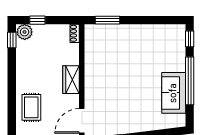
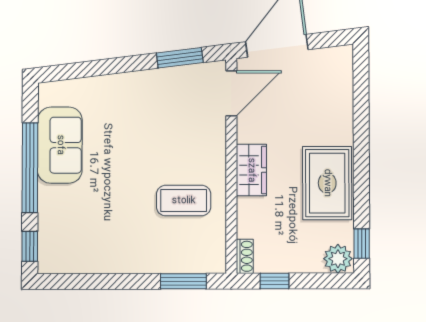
window: (37, 20) -> (274, 281), moved
coffee table: (107, 63) -> (184, 201), added
rug: (31, 107) -> (327, 183), moved, width x1.36, depth x1.43

